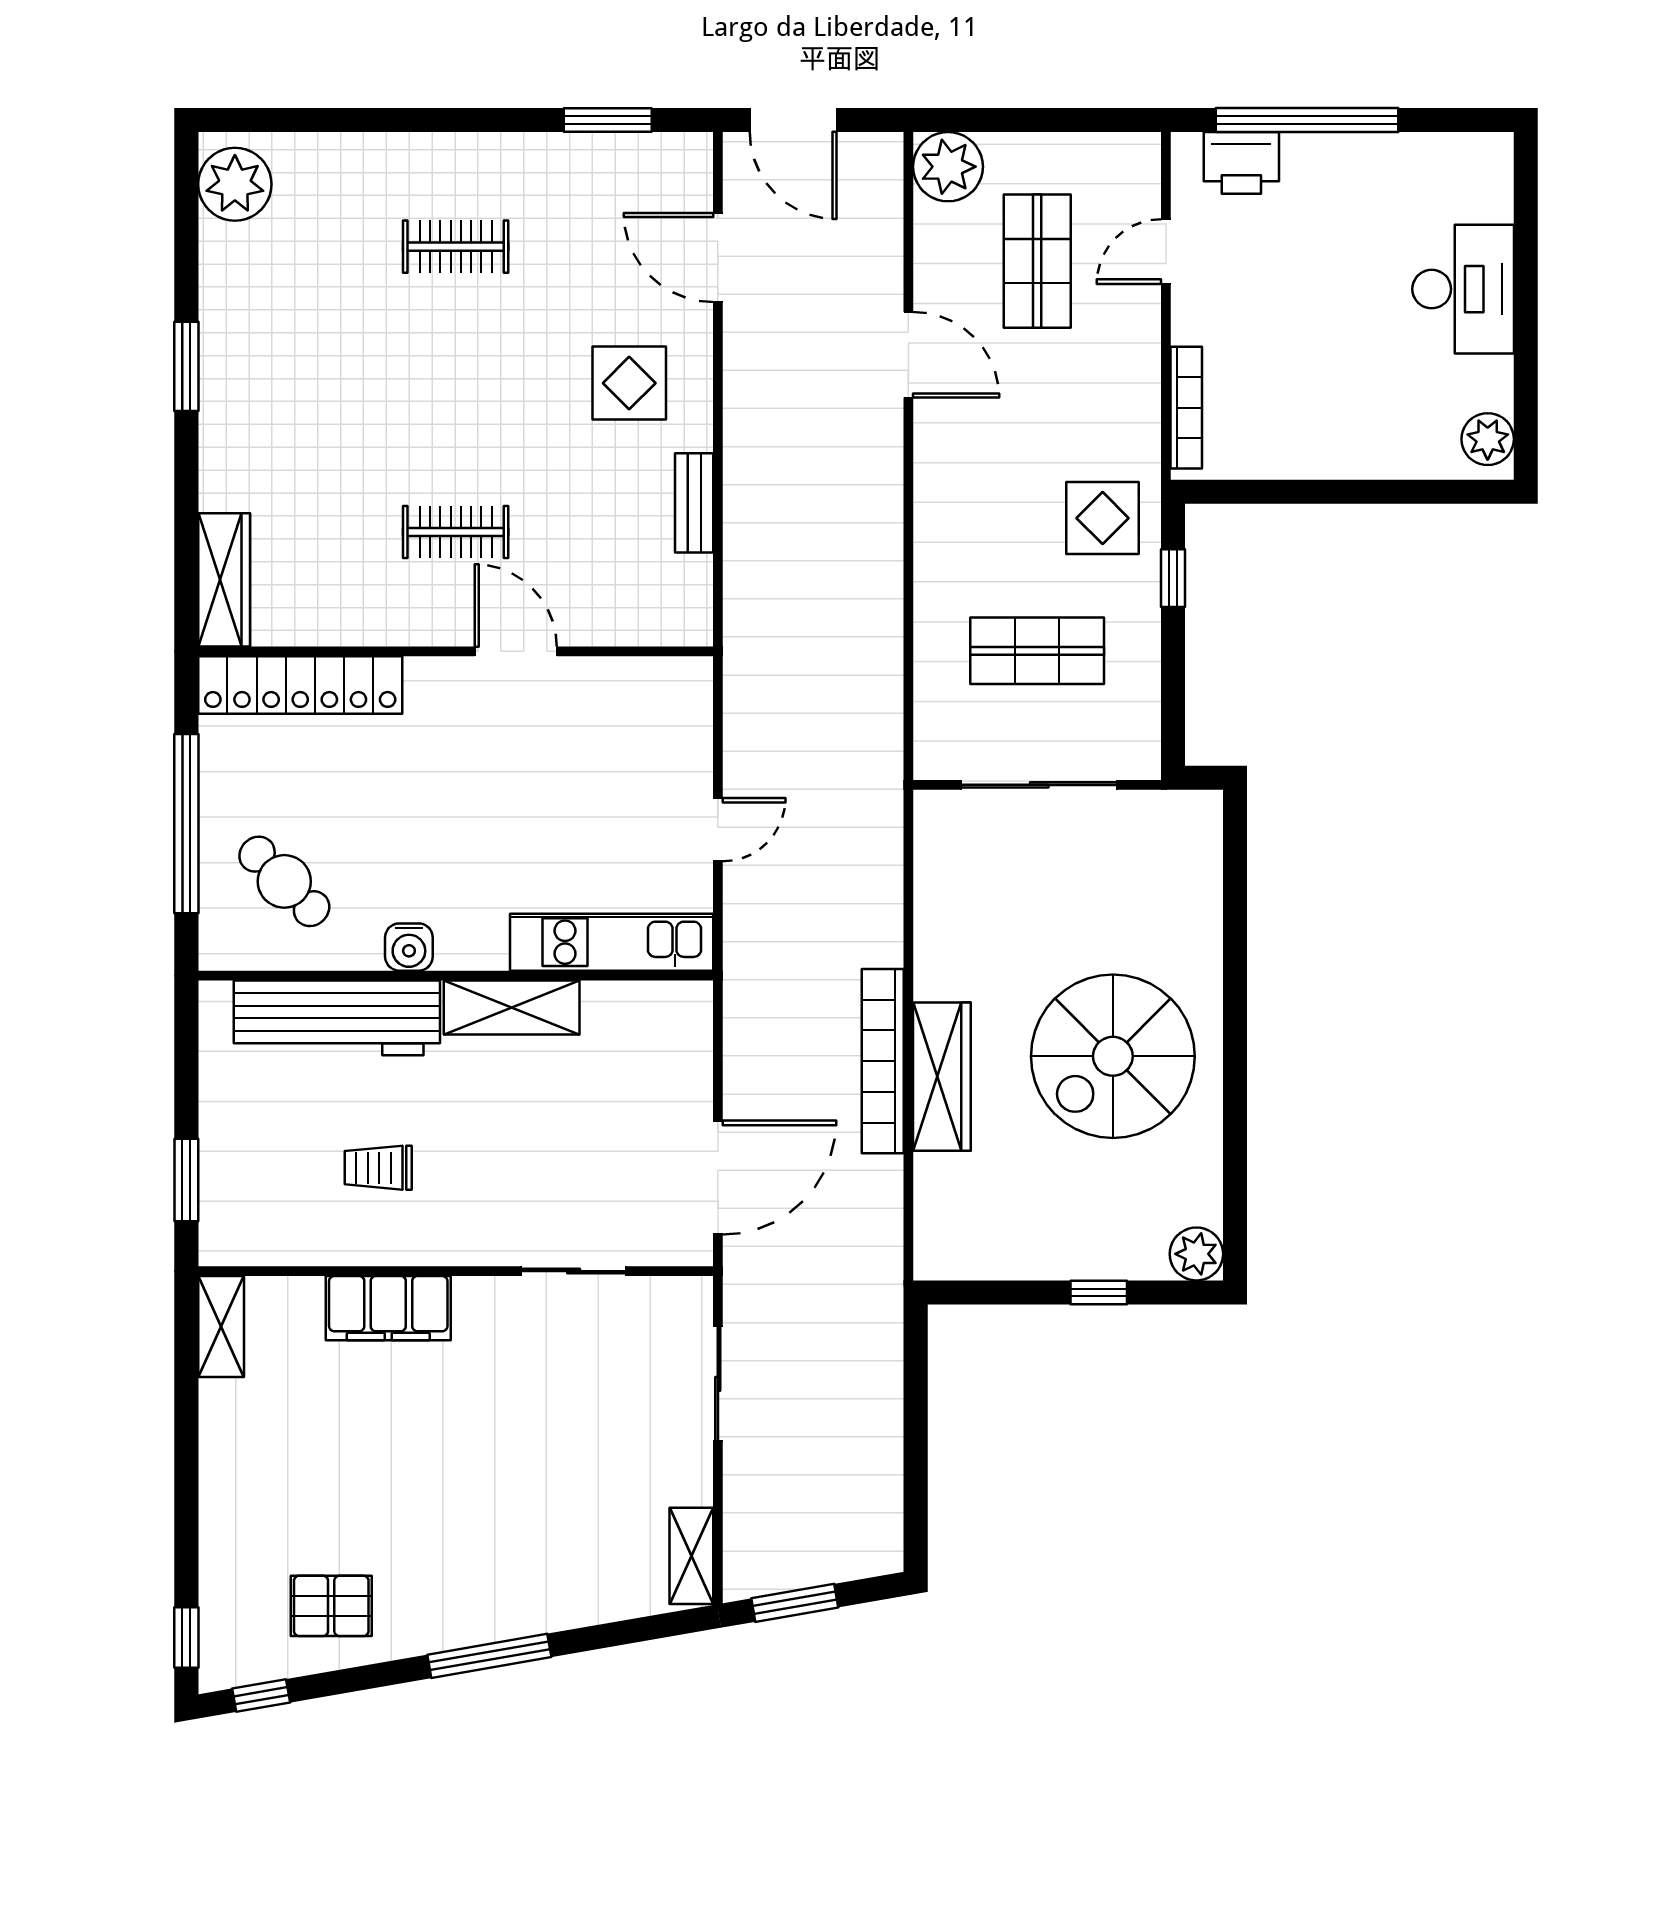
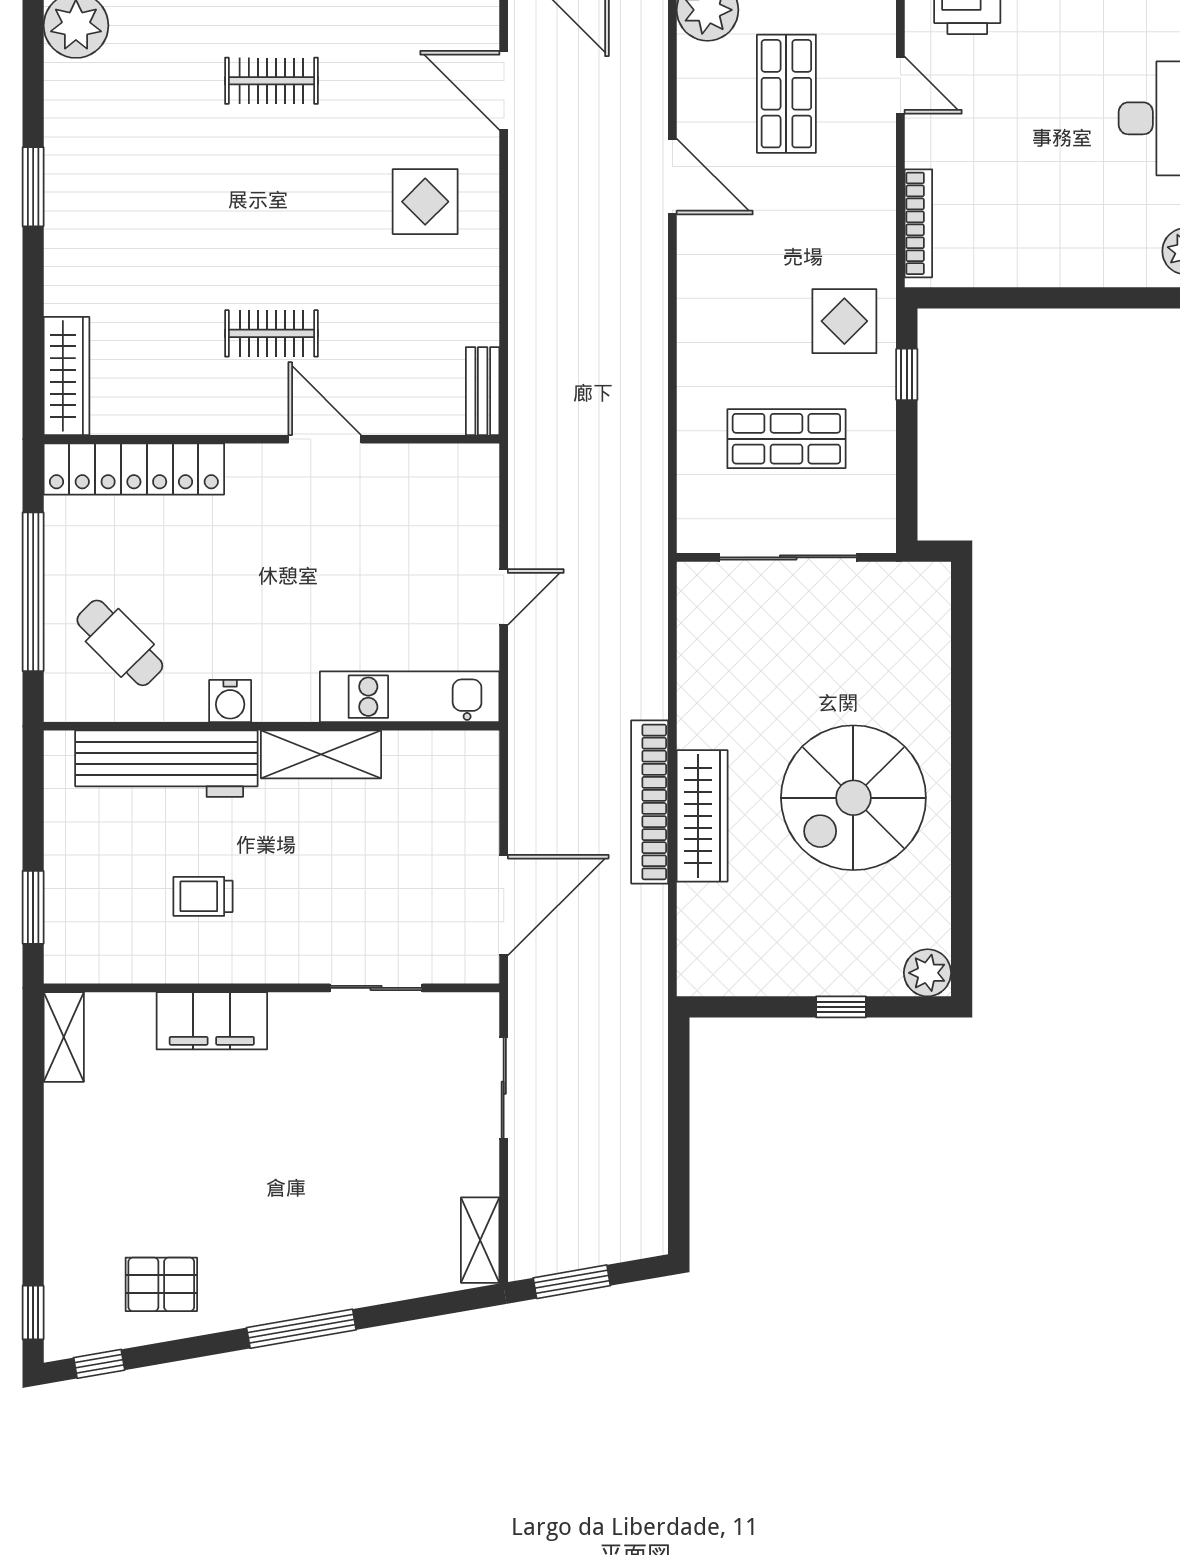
door: (1166, 252) -> (900, 85), swing flipped
bench: (694, 503) -> (483, 391), moved

